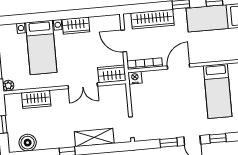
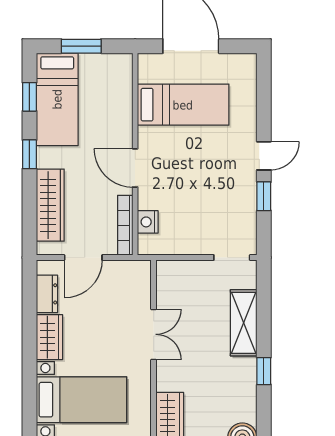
dresser: (101, 22) -> (47, 294), added
wardrobe: (112, 74) -> (138, 283), removed
nightstand: (135, 78) -> (148, 222), moved
window: (218, 138) -> (264, 111), removed

